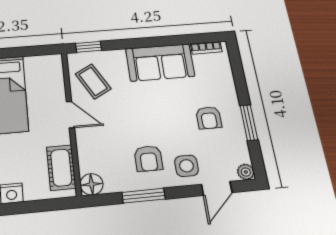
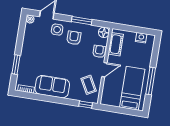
door: (71, 115) -> (104, 70), swing flipped
armchair: (209, 118) -> (99, 51), moved
window: (249, 123) -> (16, 65), moved

